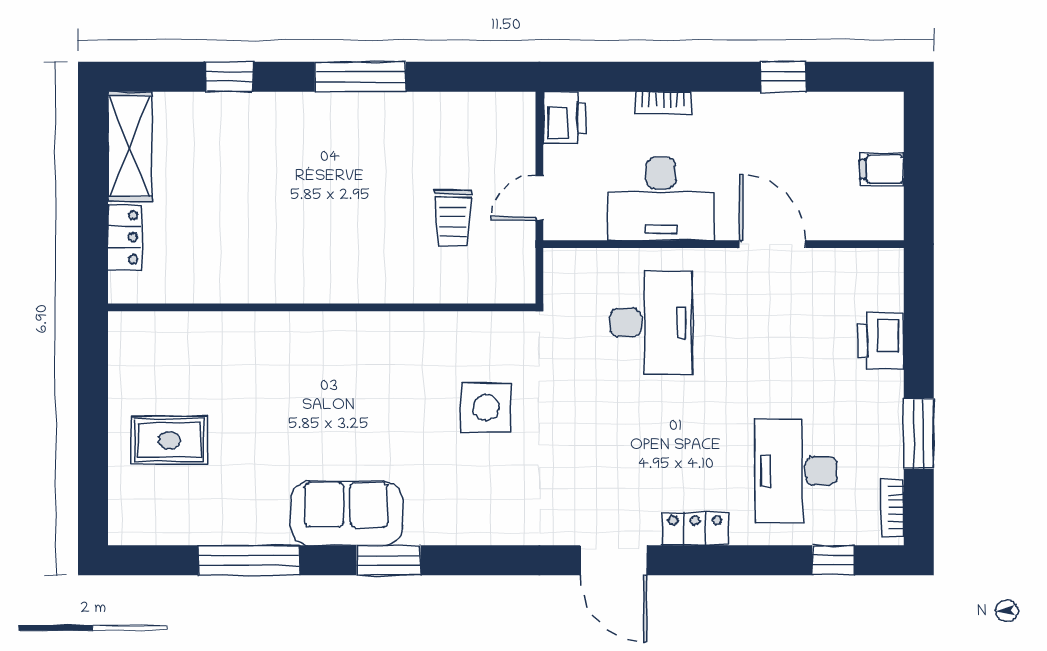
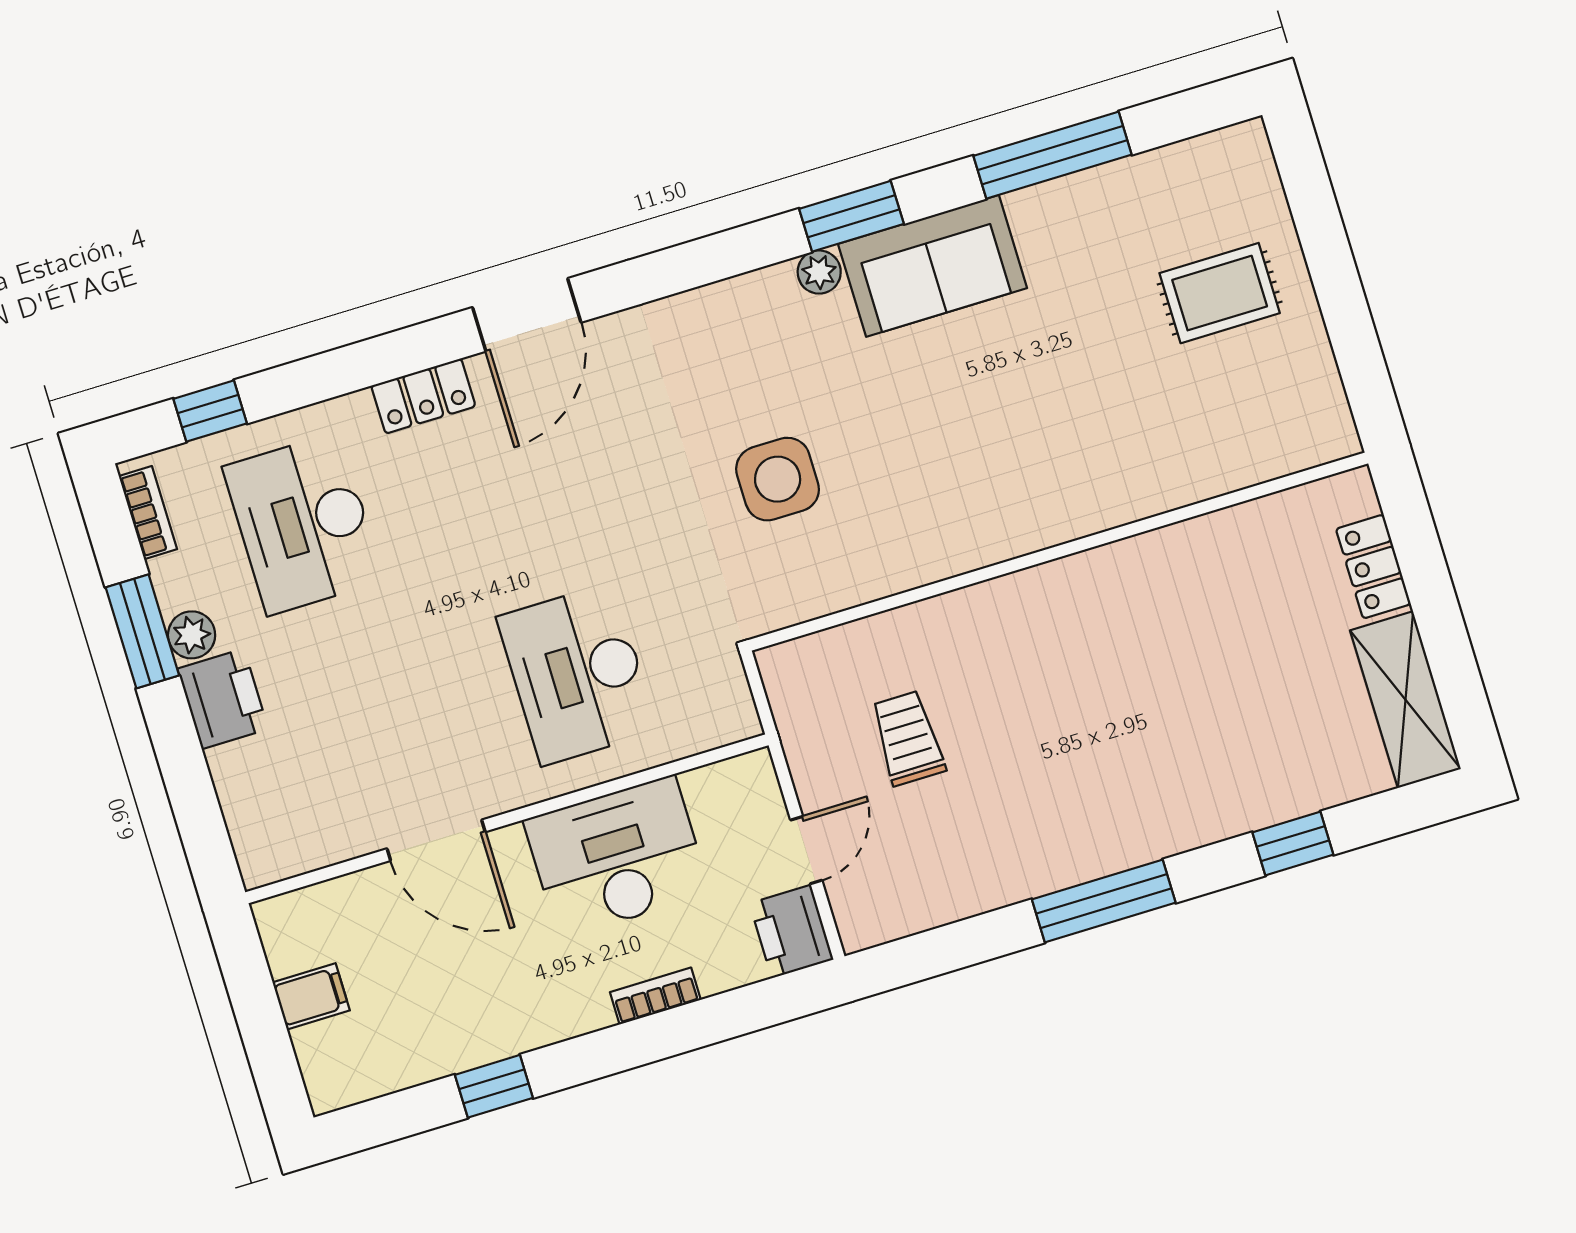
door: (539, 198) -> (806, 850), moved
printer: (881, 341) -> (223, 699), moved
plant: (888, 422) -> (192, 635), added
desk: (796, 471) -> (303, 524), turned 180
plant: (420, 531) -> (819, 272), added
door: (614, 560) -> (527, 315), swing flipped

